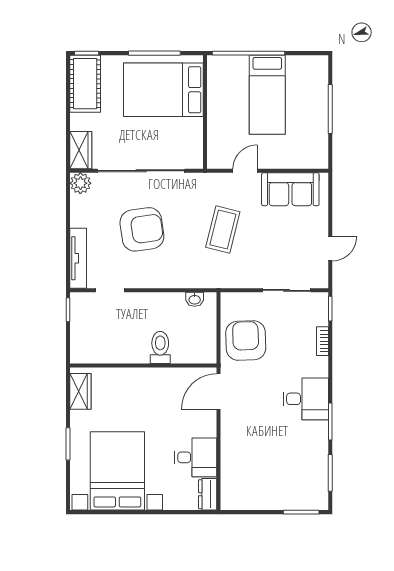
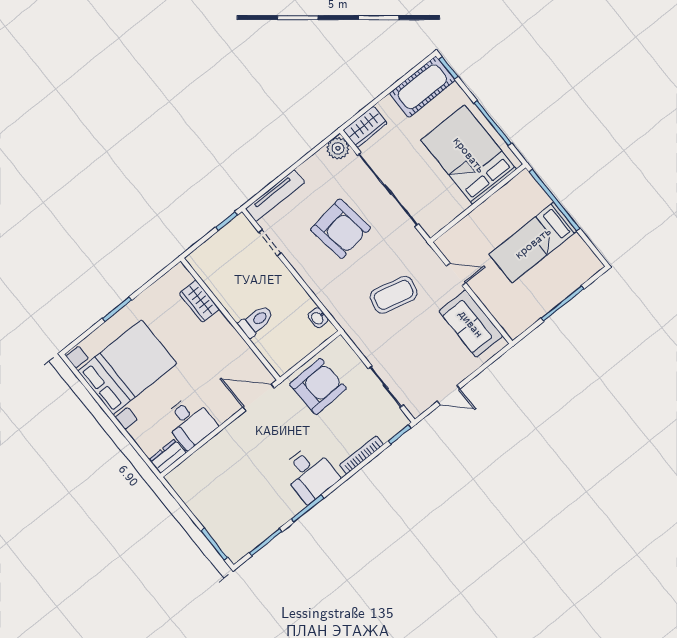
bookcase: (323, 341) -> (361, 455), width x1.56
wardrobe: (80, 391) -> (199, 301), moved, turned 90

